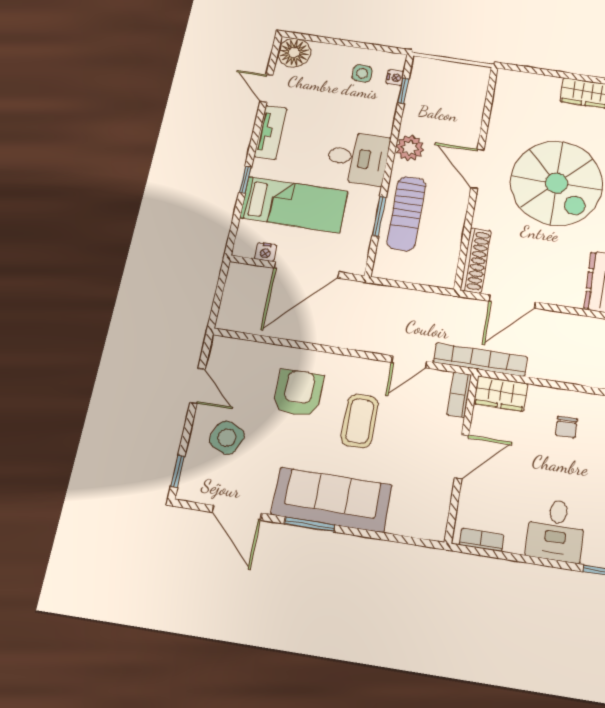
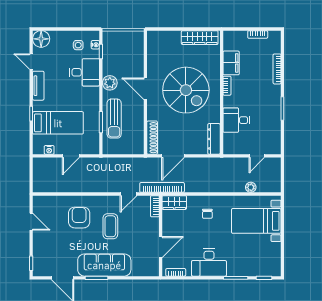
desk: (358, 158) -> (85, 72), moved
door: (307, 270) -> (71, 156), width x0.53
side table: (227, 438) -> (50, 244), removed
door: (462, 457) -> (161, 247), moved
desk: (556, 530) -> (209, 263), width x1.37

